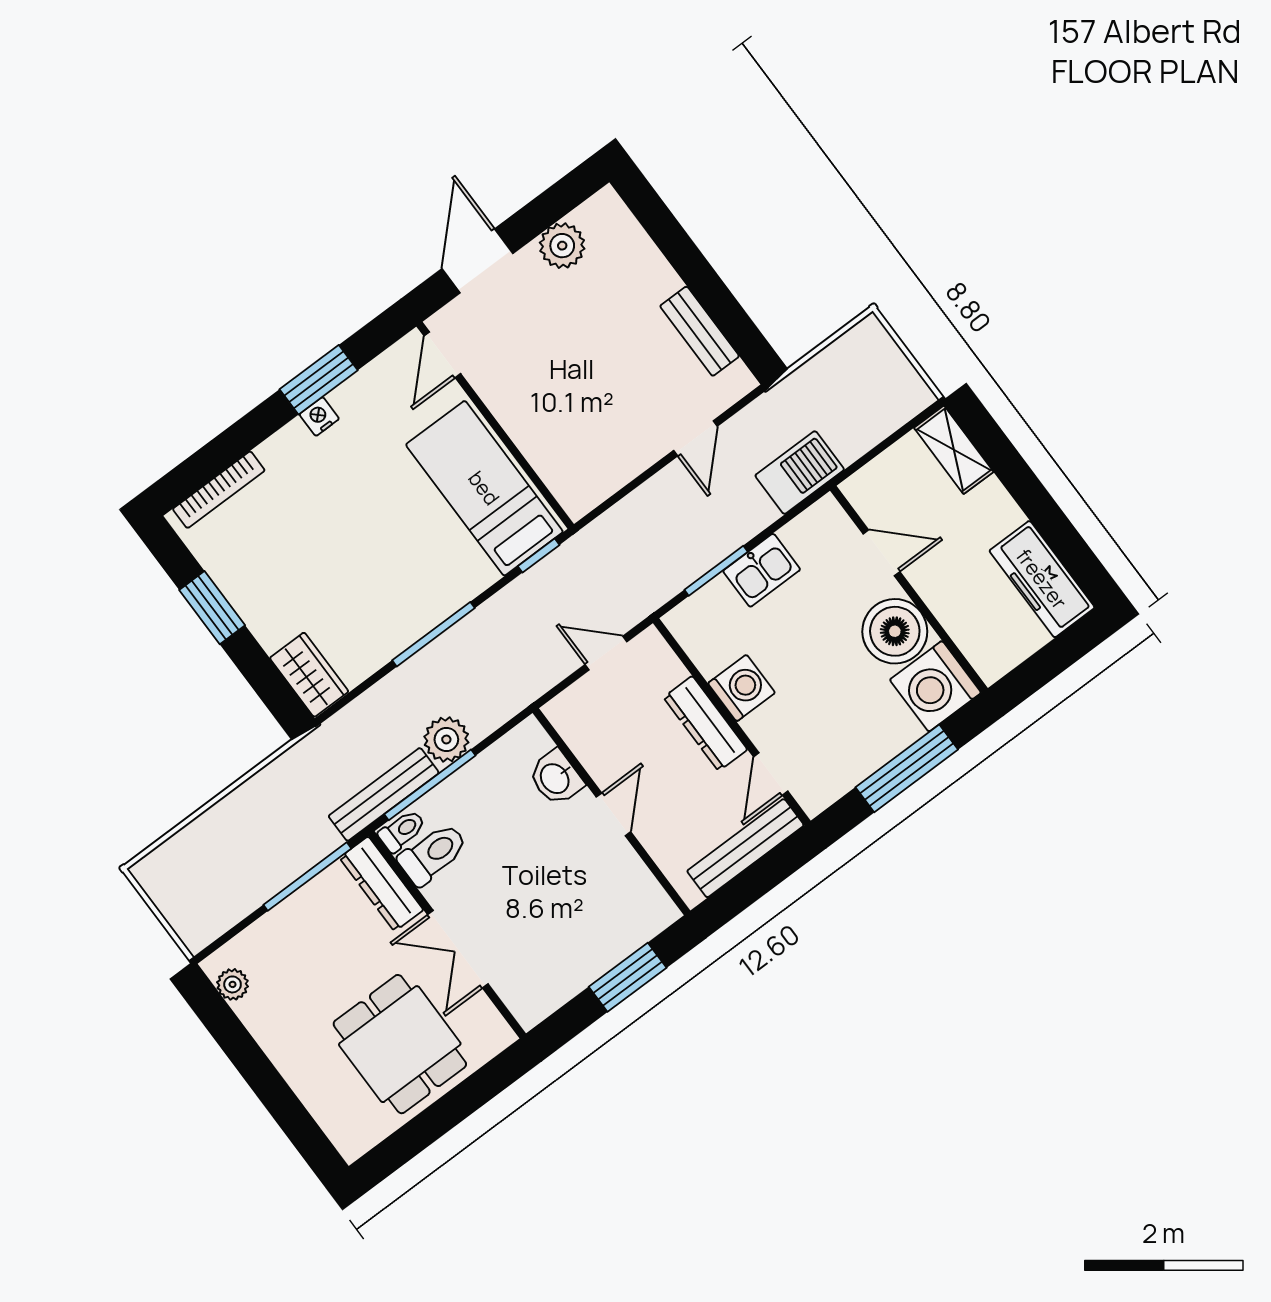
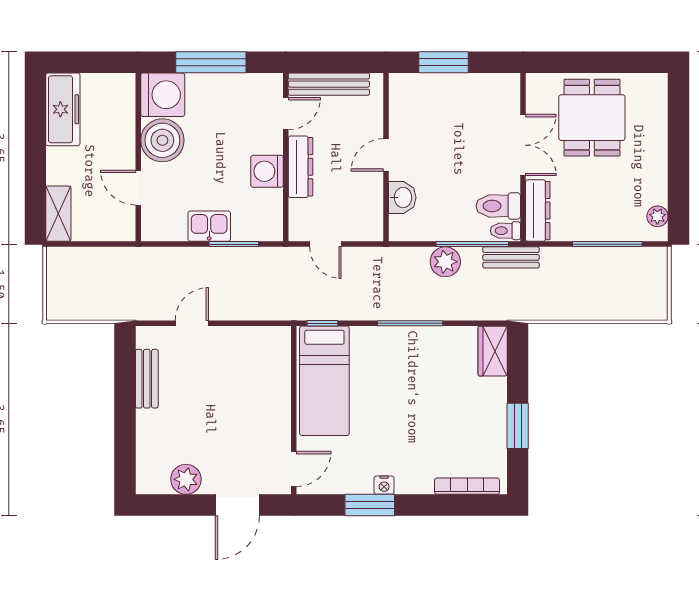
barbecue: (800, 473) -> (150, 263), removed
bench: (384, 794) -> (511, 257), width x0.73
window: (307, 877) -> (607, 244), moved

